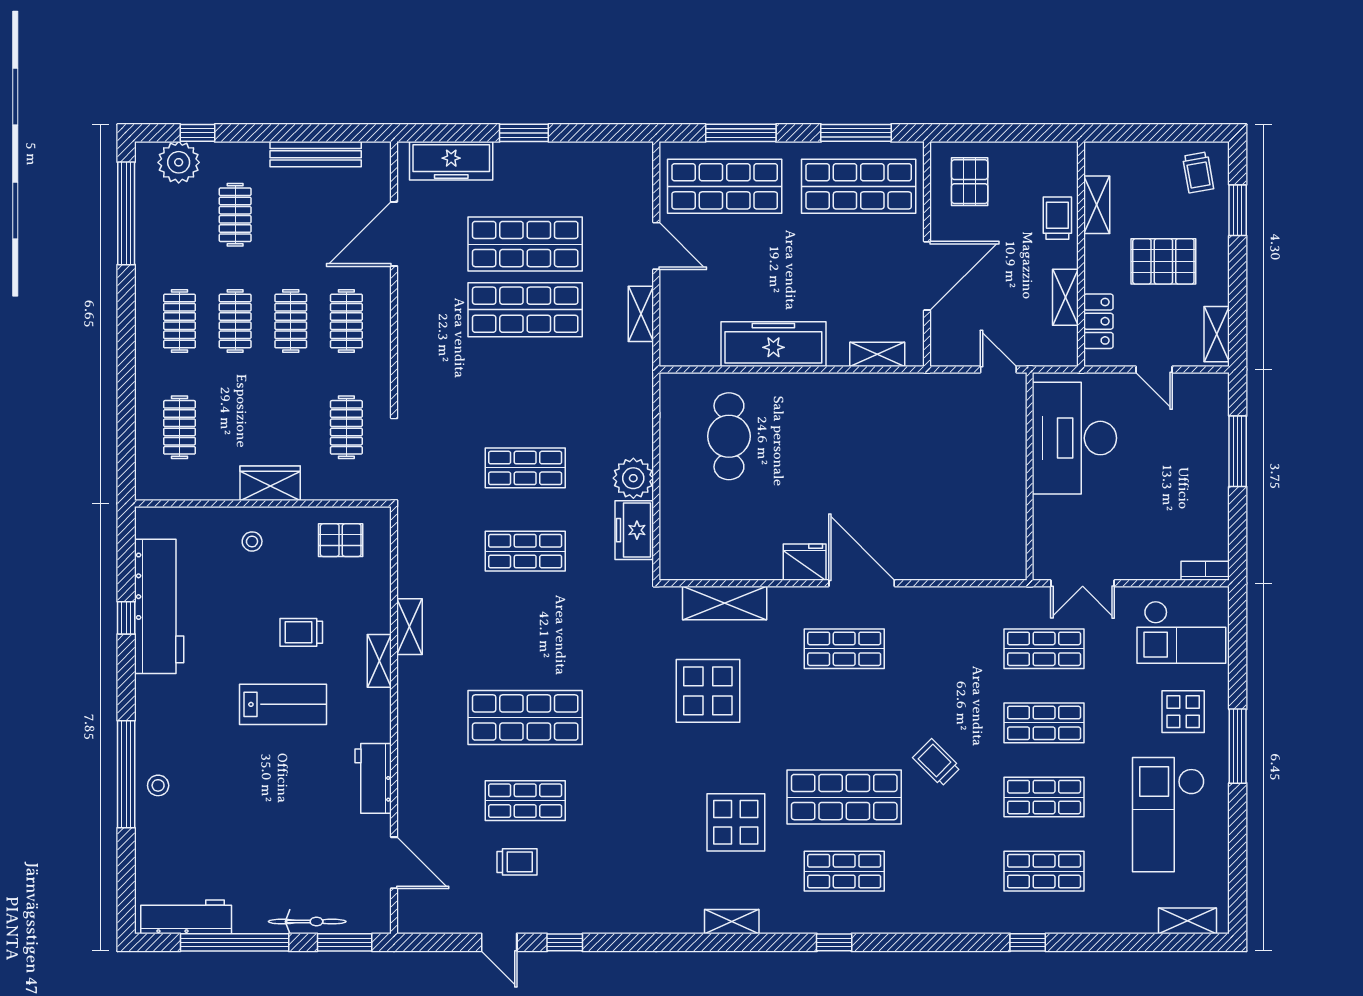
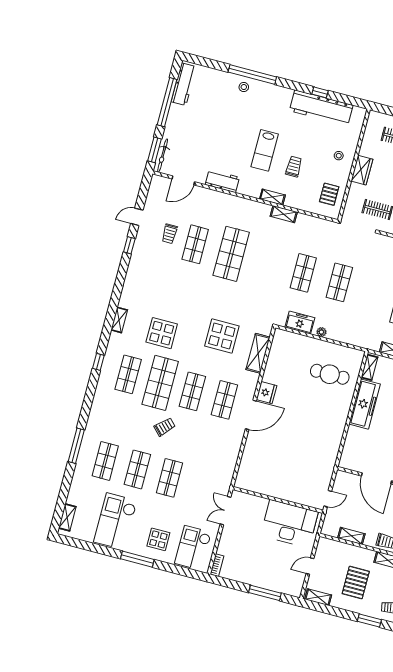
locker: (1098, 321) -> (337, 547), removed
shelving: (877, 354) -> (369, 367), moved
plant: (633, 478) -> (321, 332), width x0.53, depth x0.53
shop shelf: (1044, 649) -> (192, 391), moved
checkout: (1168, 815) -> (115, 521), turned -90
bicycle: (307, 922) -> (163, 156), moved
window: (1028, 942) -> (76, 446), width x2.17

